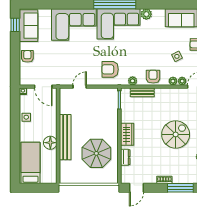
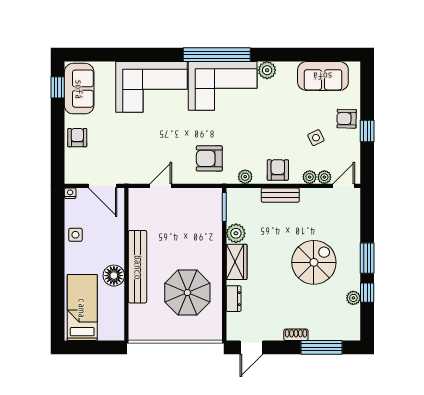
bench: (142, 92) -> (280, 195), moved
plant: (127, 116) -> (236, 233), added

